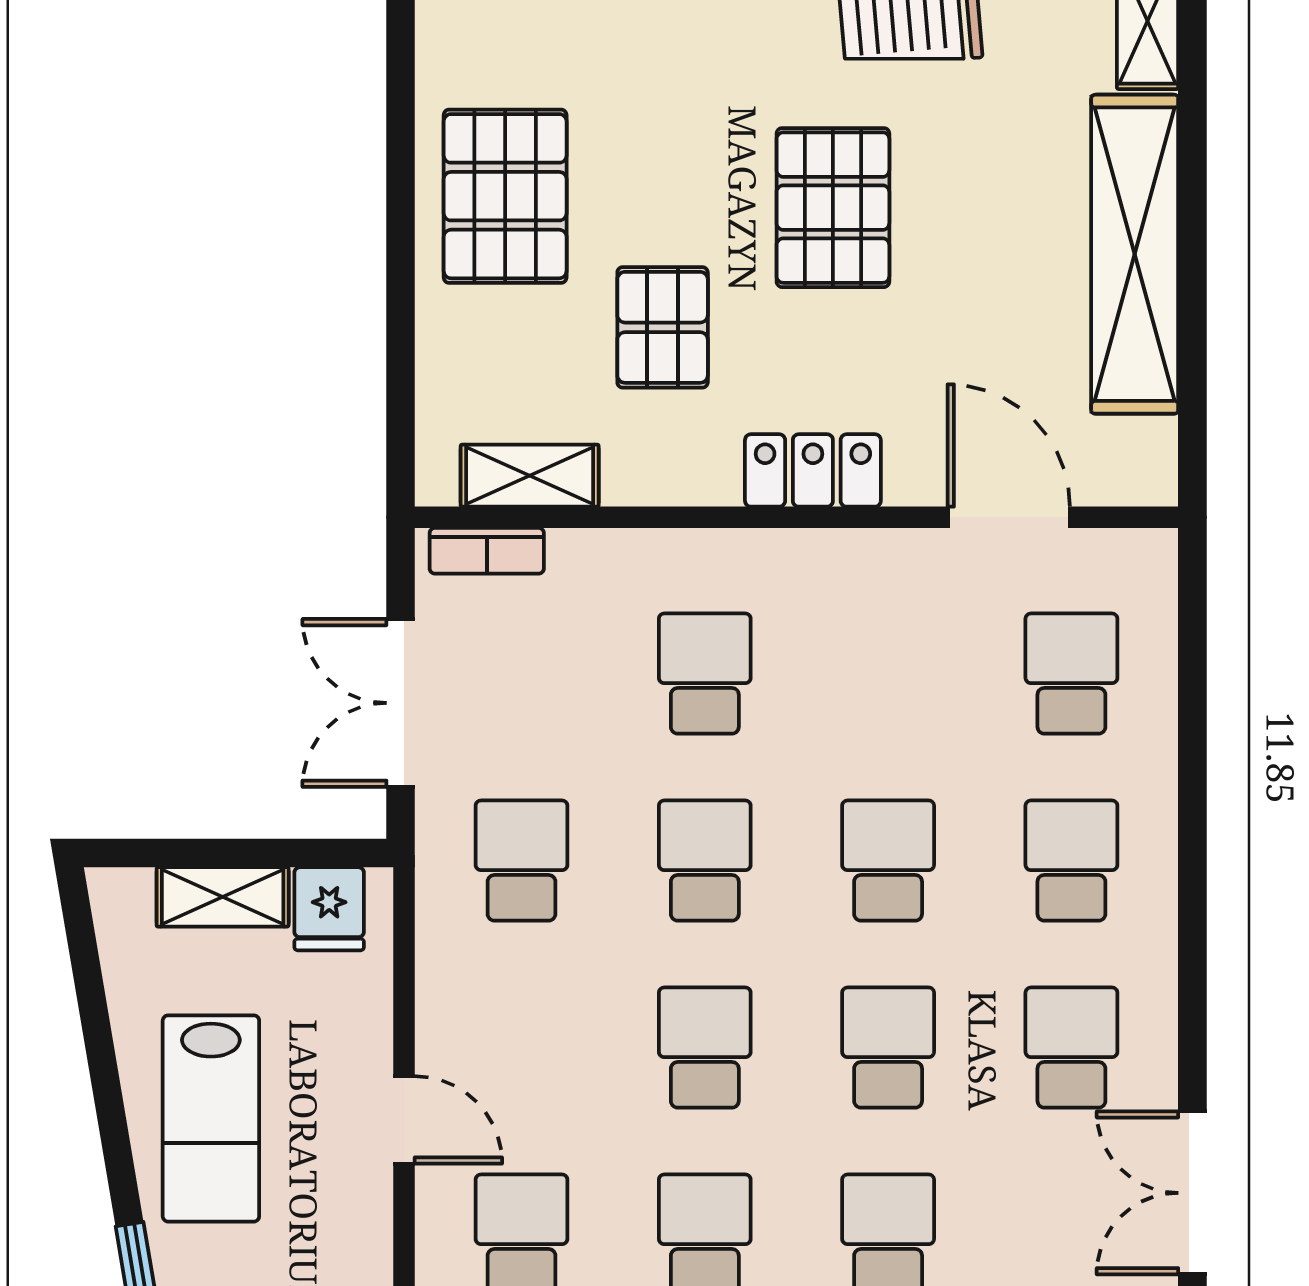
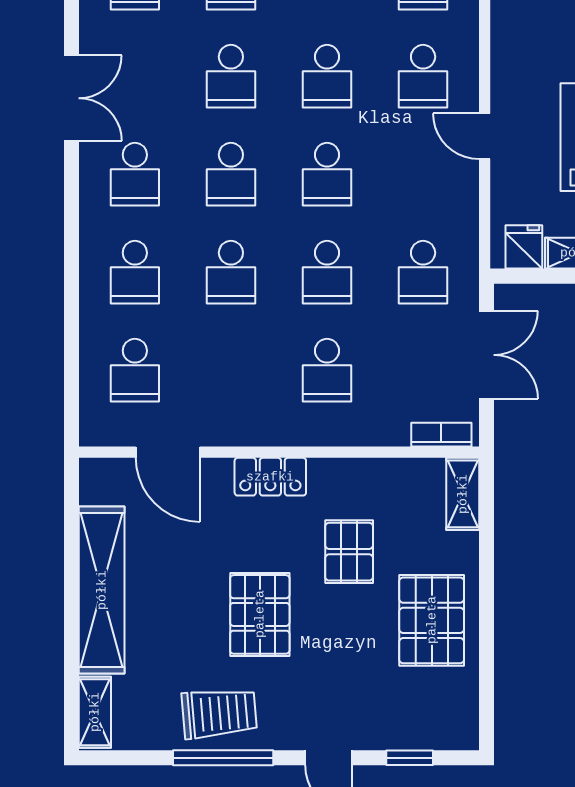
shelving: (530, 476) -> (463, 494), moved, turned 90

